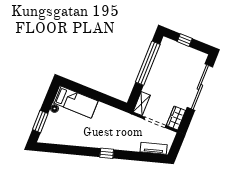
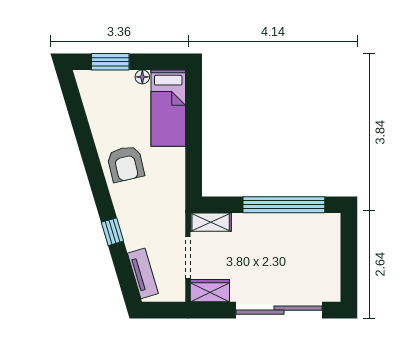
window: (185, 40) -> (349, 252), removed
armchair: (95, 135) -> (126, 164), added
window: (107, 153) -> (112, 232), moved

